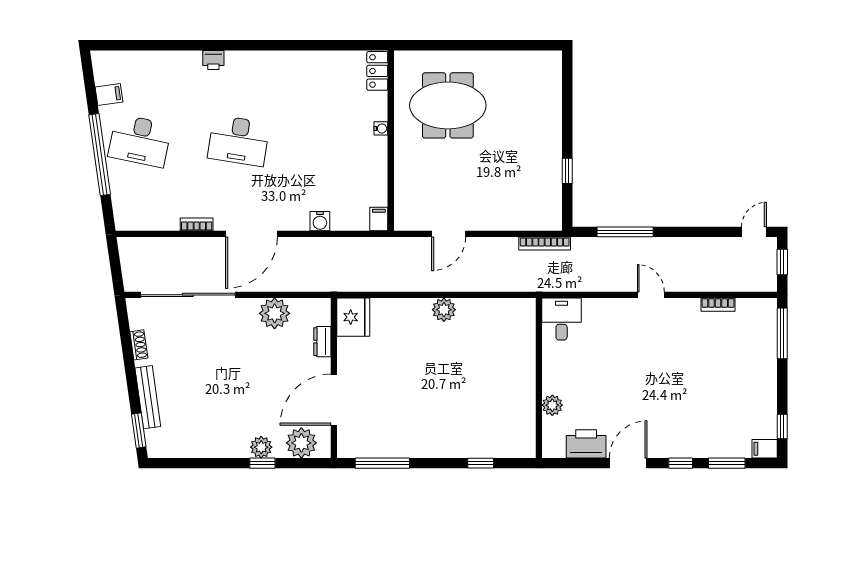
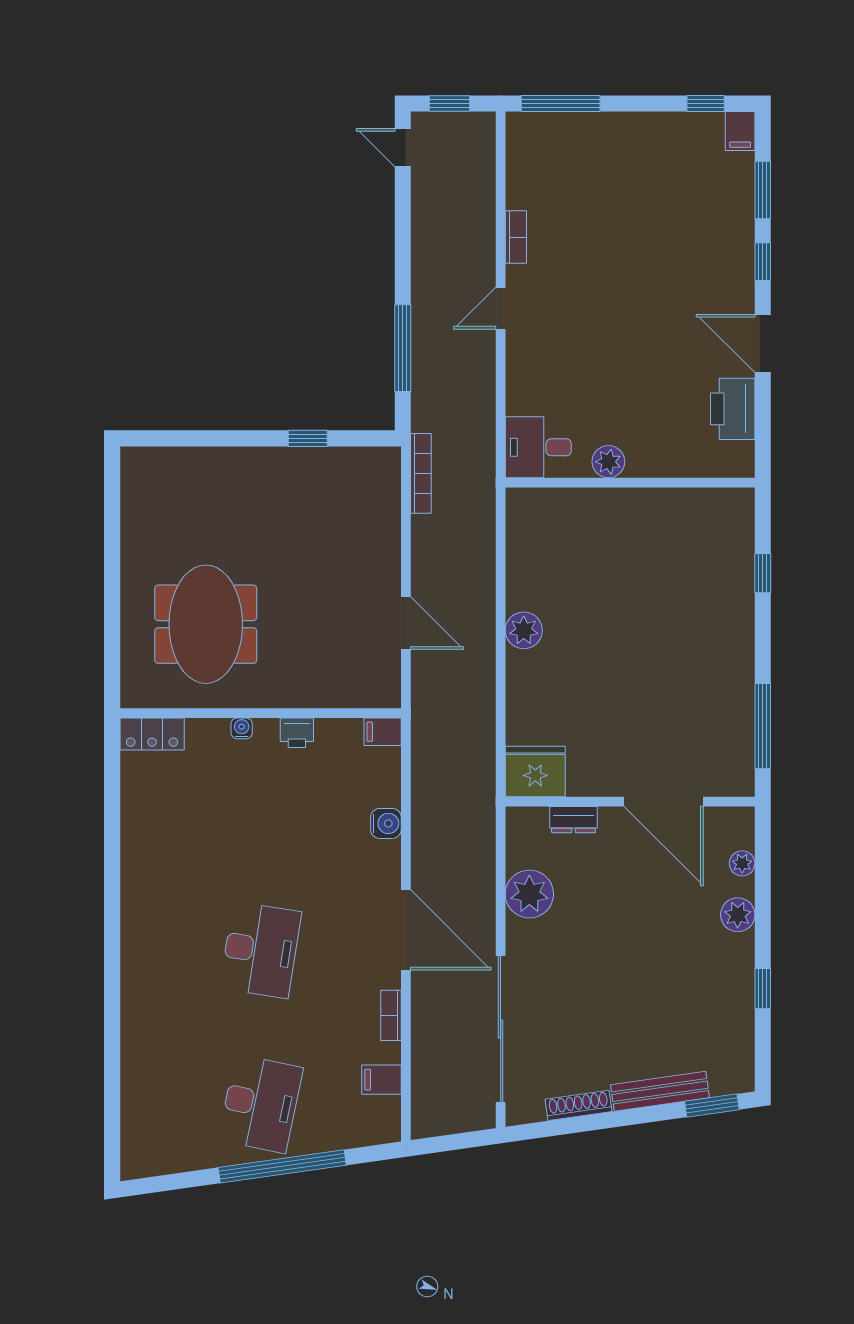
printer: (213, 60) -> (297, 733), moved, turned 90
filing cabinet: (109, 95) -> (381, 1080), moved, turned -82
bookcase: (718, 305) -> (516, 237), moved
shoe rack: (139, 345) -> (579, 1105), width x1.43
plant: (552, 405) -> (608, 462), moved
plant: (301, 443) -> (742, 863), width x0.53, depth x0.53
window: (262, 463) -> (763, 989), moved

